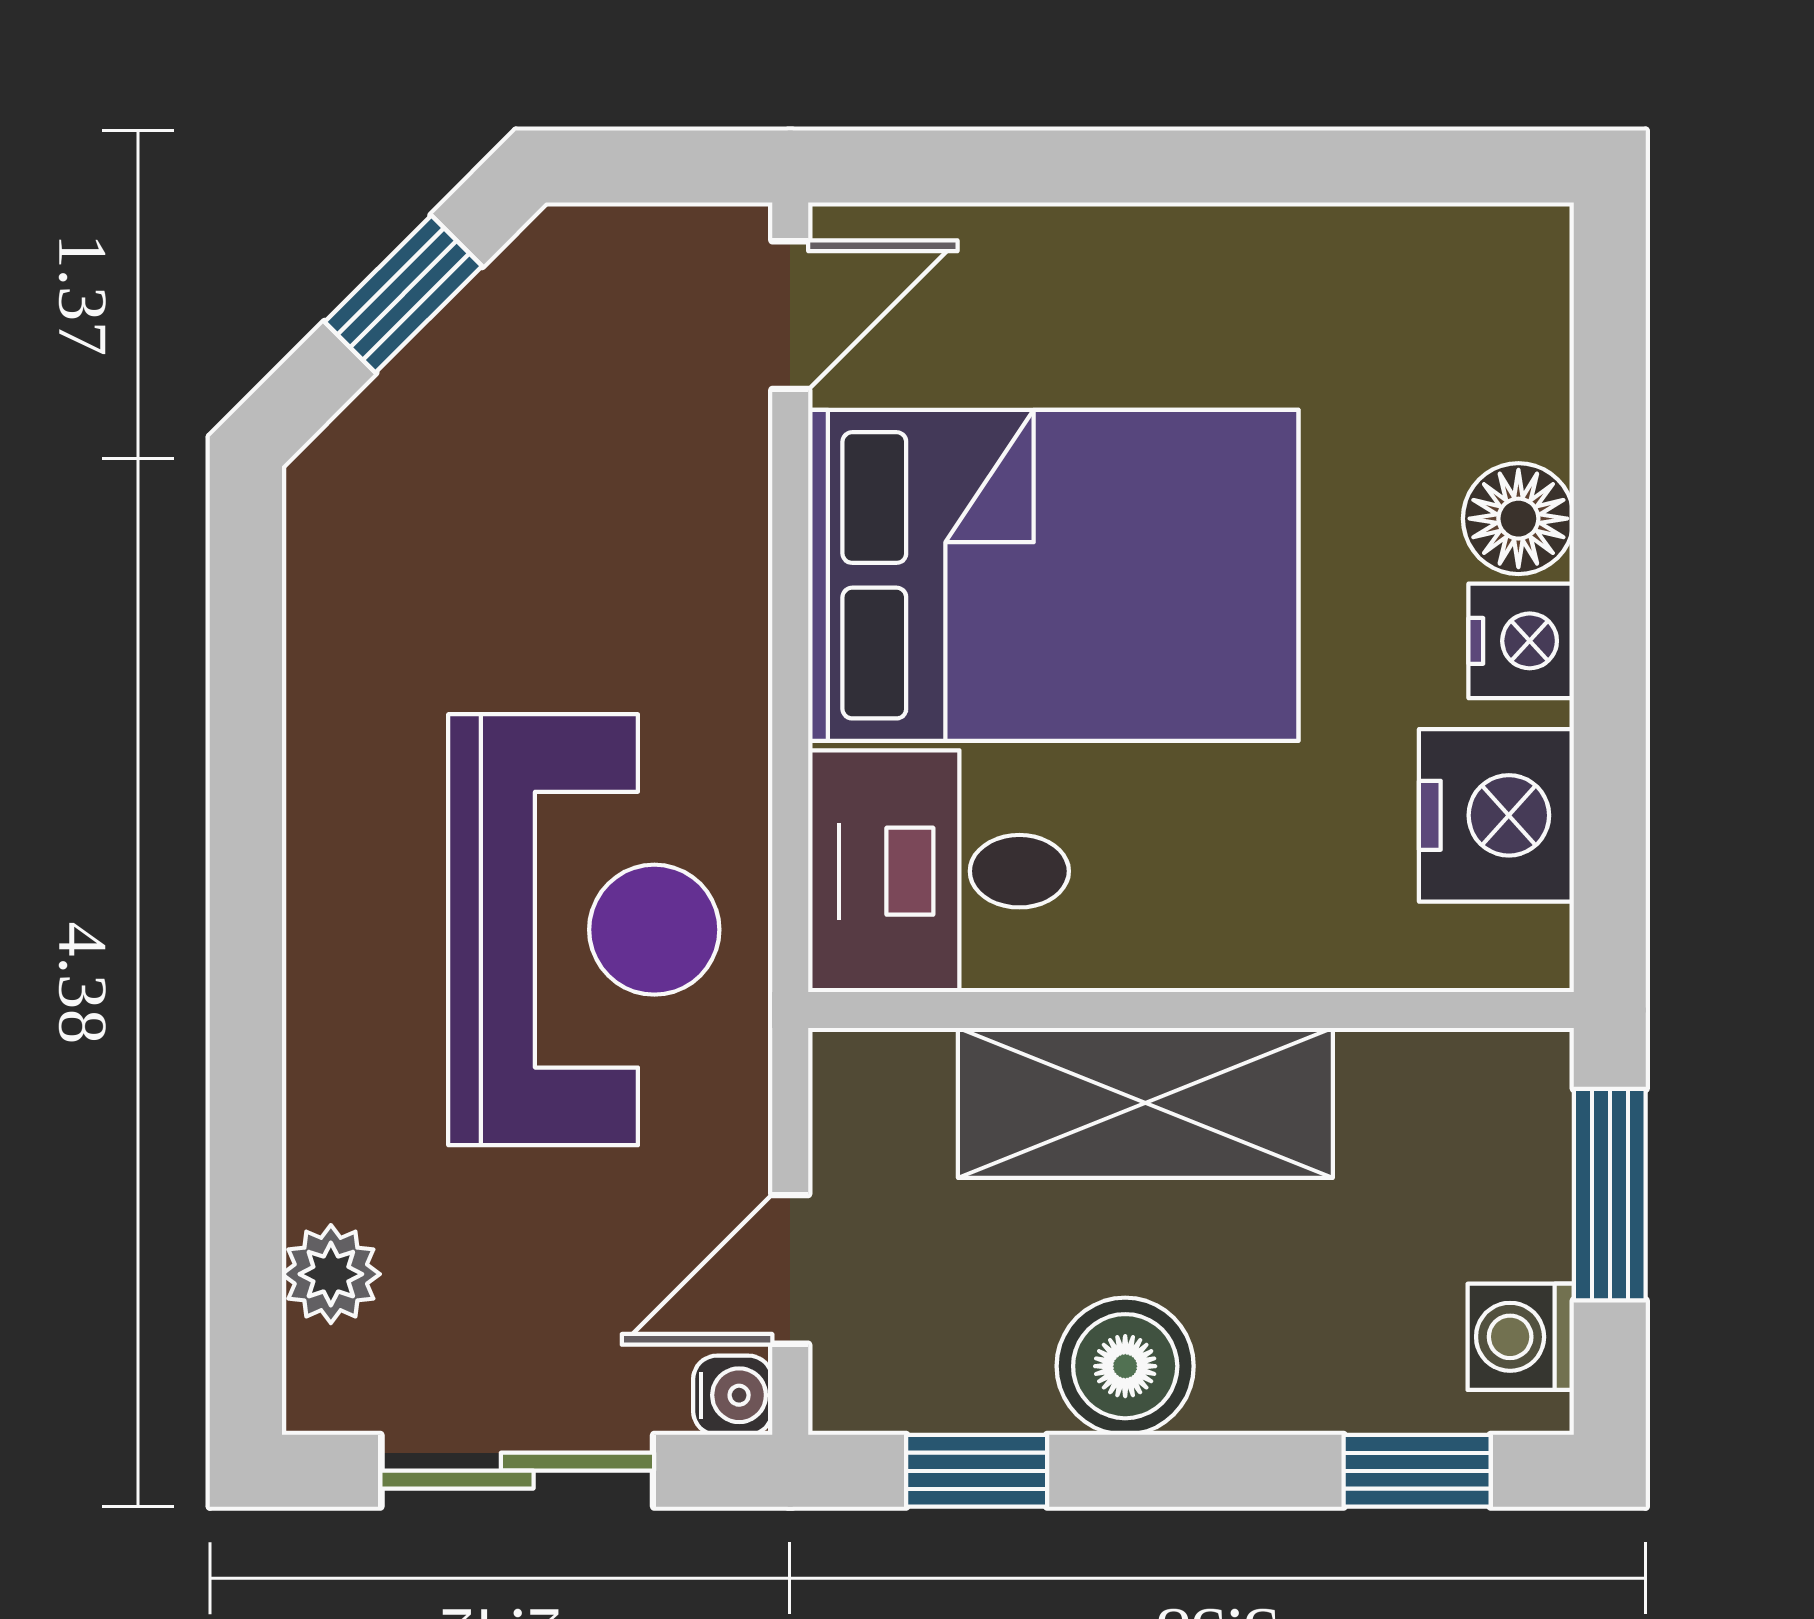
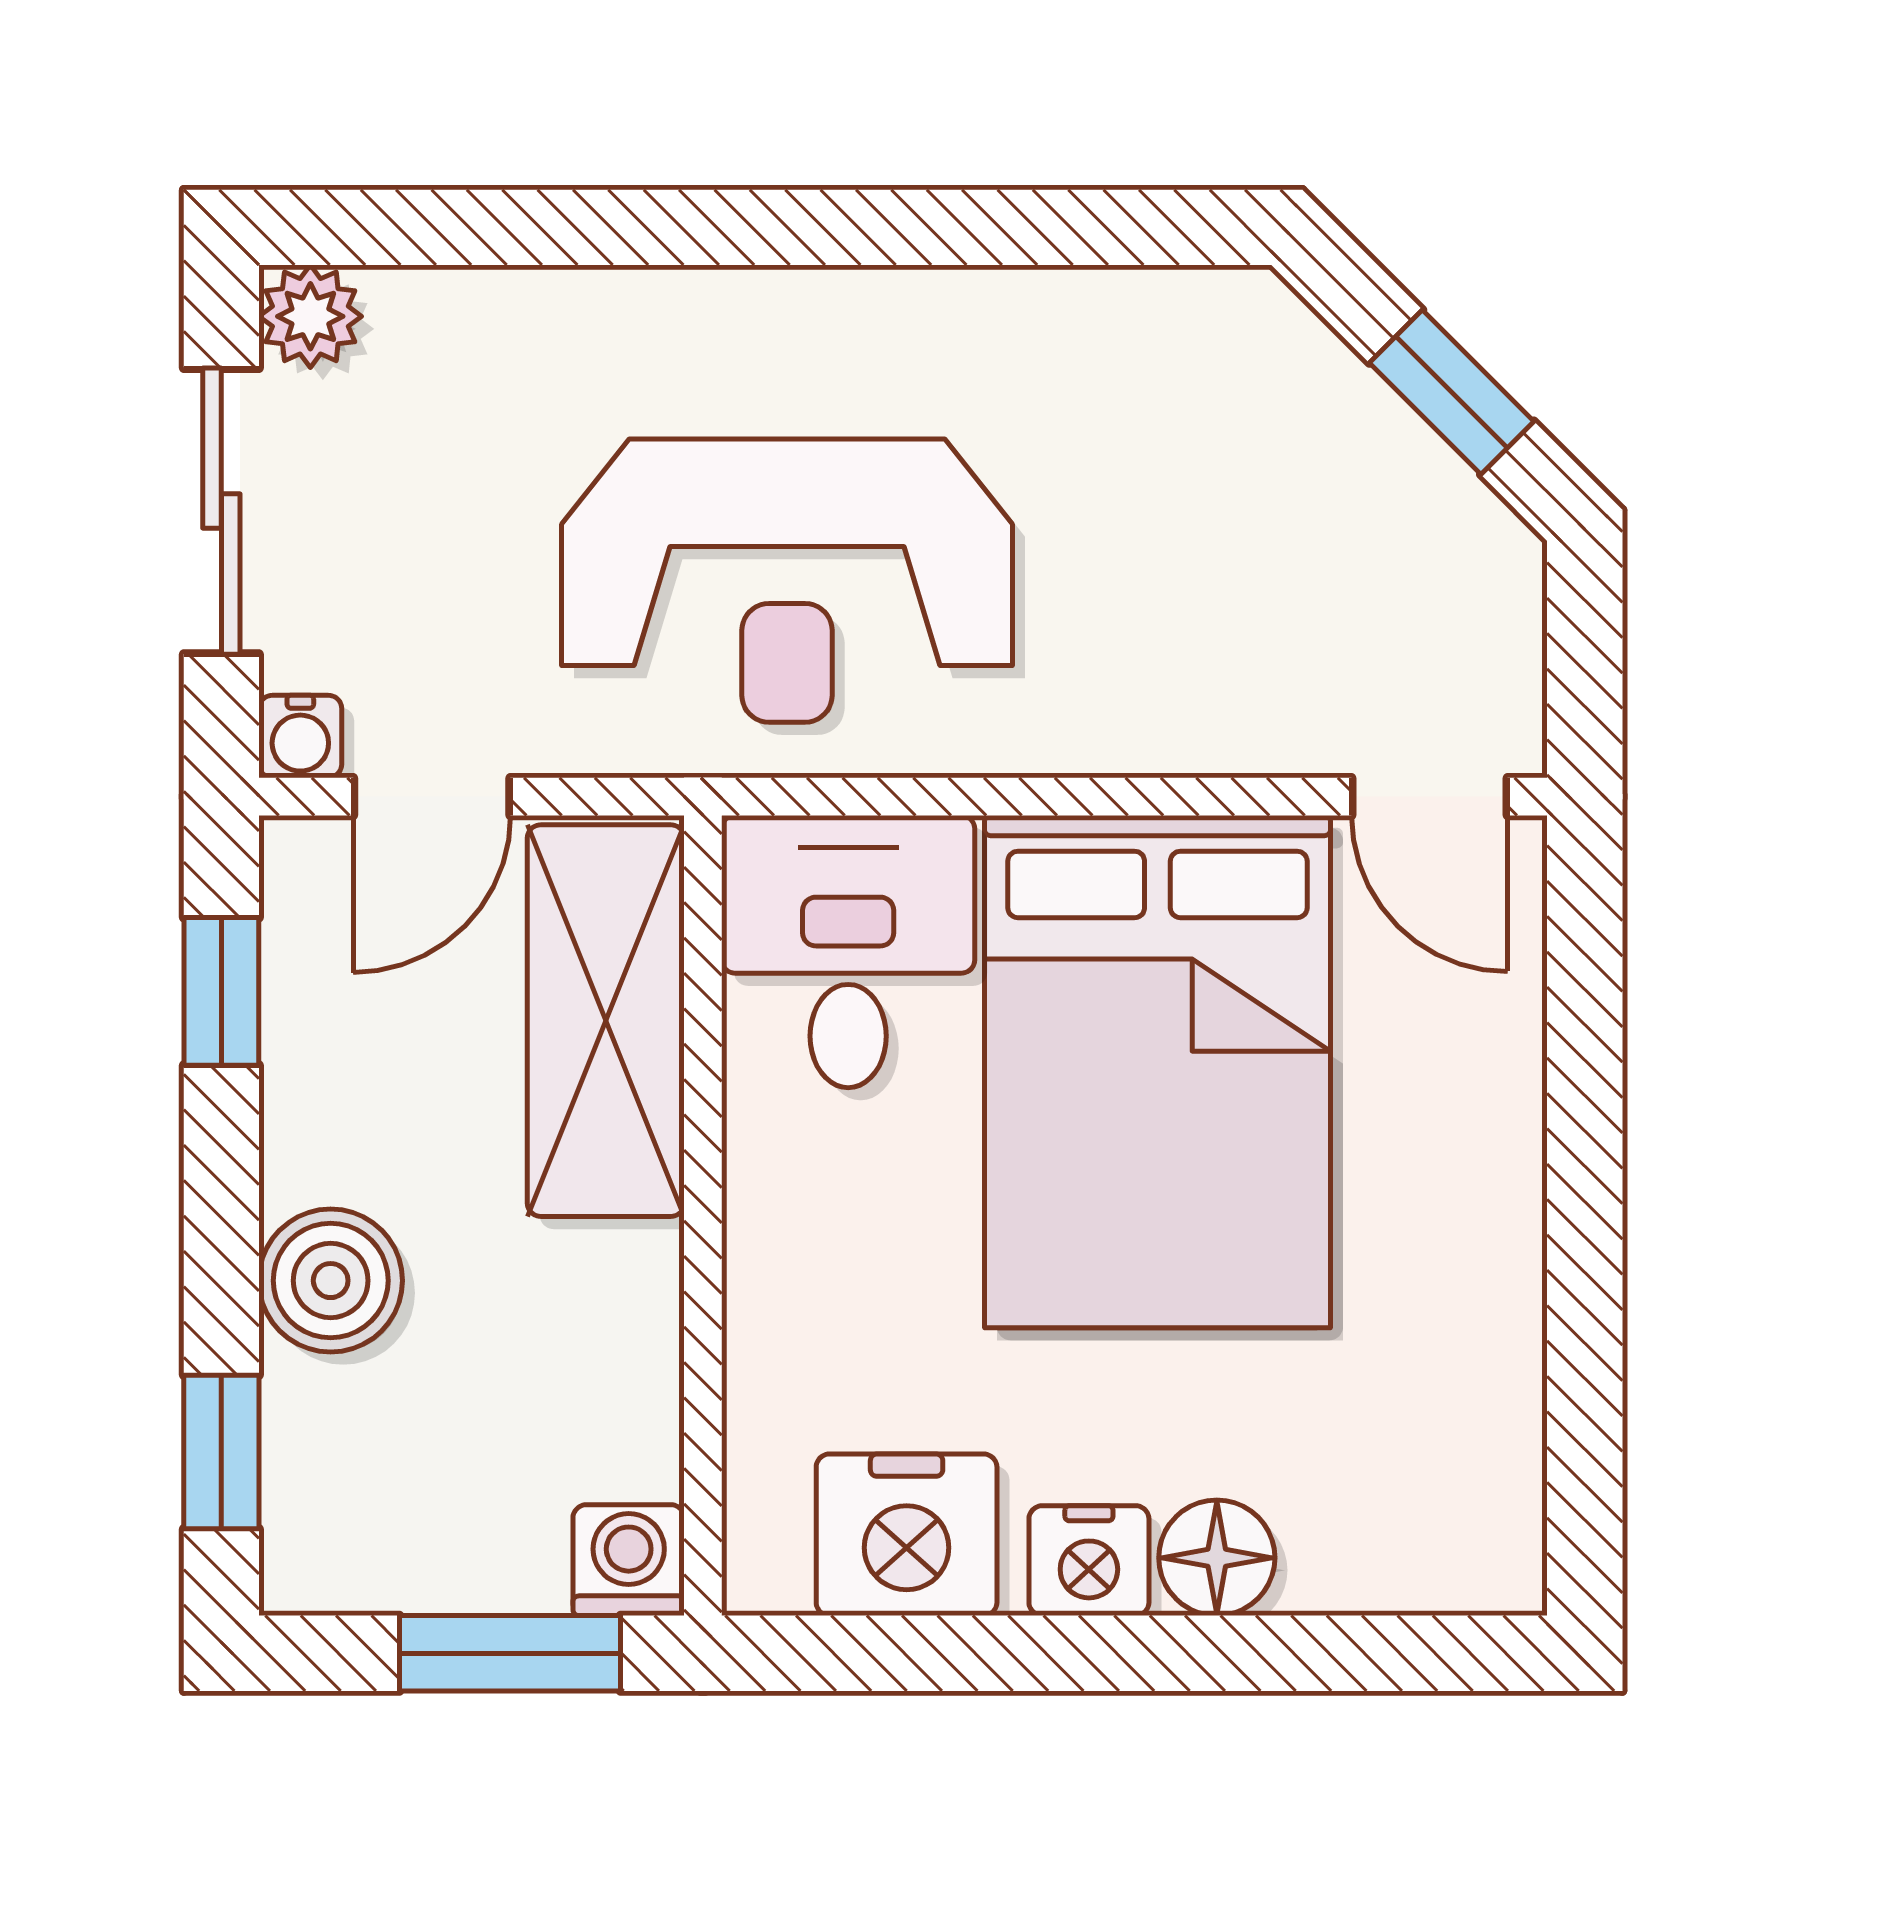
shelving: (1145, 1103) -> (606, 1021), moved
door: (790, 1269) -> (432, 797), swing flipped
plant: (331, 1274) -> (310, 316), moved
washing machine: (1521, 1337) -> (629, 1560), moved
boiler: (1125, 1366) -> (331, 1281), moved

